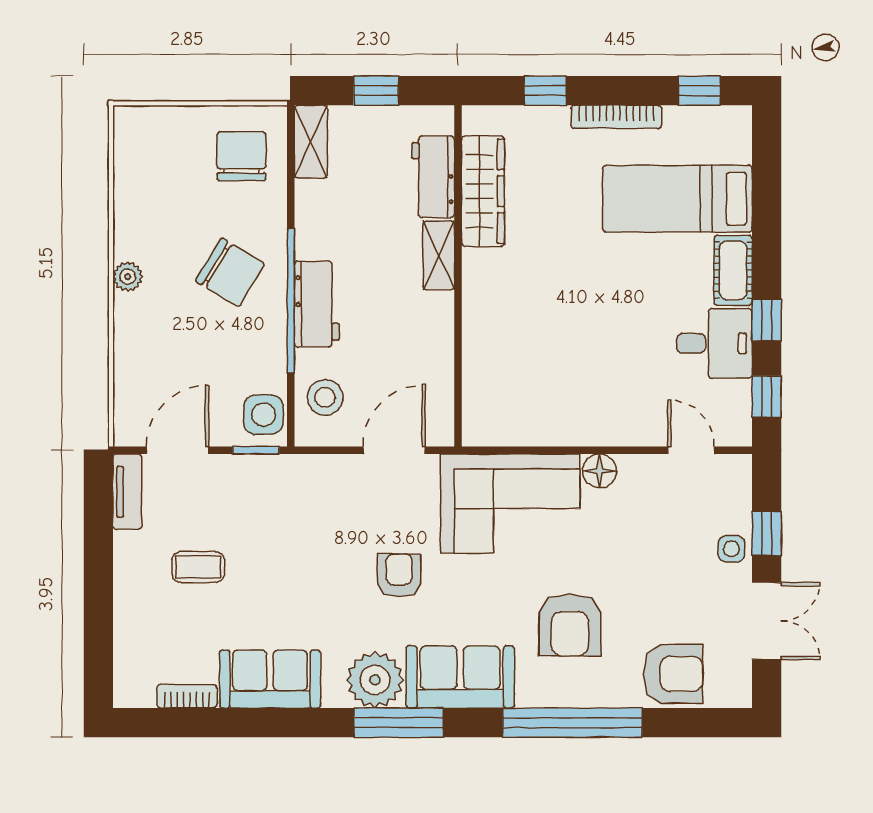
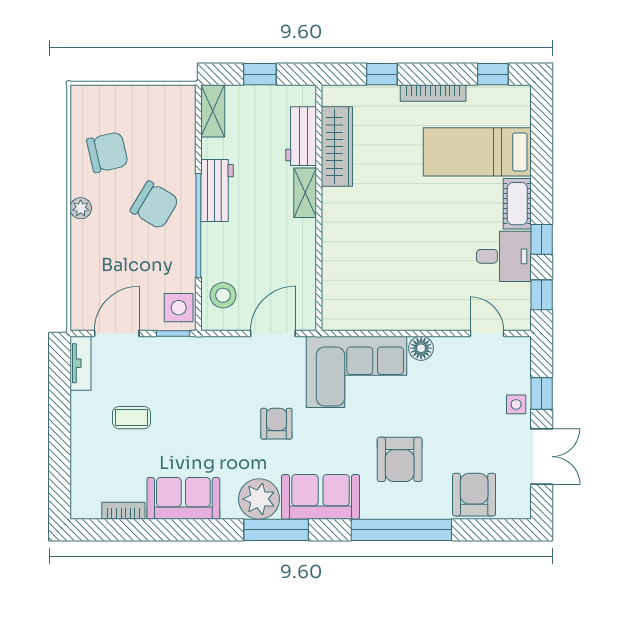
chair: (241, 156) -> (107, 152), moved, turned 77
workbench: (317, 304) -> (217, 191), moved
armchair: (673, 674) -> (474, 495), turned -90

